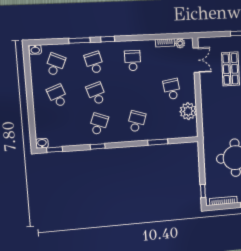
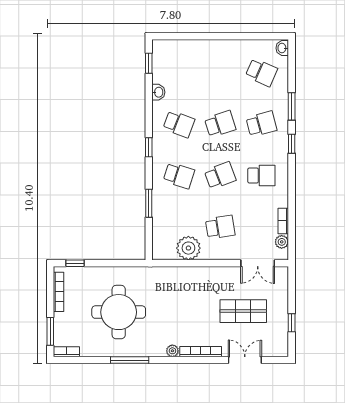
school desk: (58, 96) -> (220, 175), moved
washbasin: (42, 143) -> (158, 92), moved
window: (98, 146) -> (149, 147), moved

